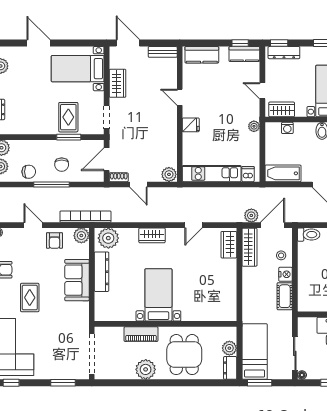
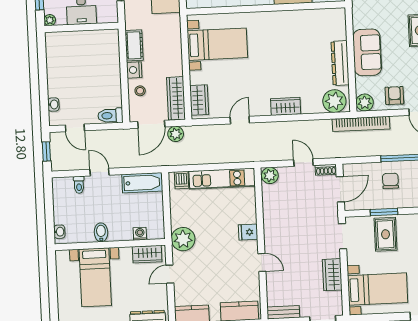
door: (262, 91) -> (170, 274), swing flipped
plant: (254, 126) -> (183, 239), width x1.88, depth x1.88
bed with nightstands: (158, 295) -> (217, 44), moved, turned -90

